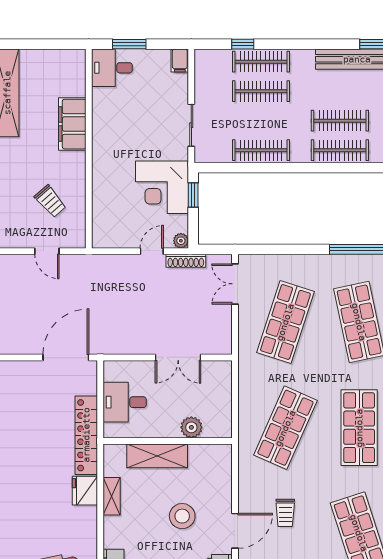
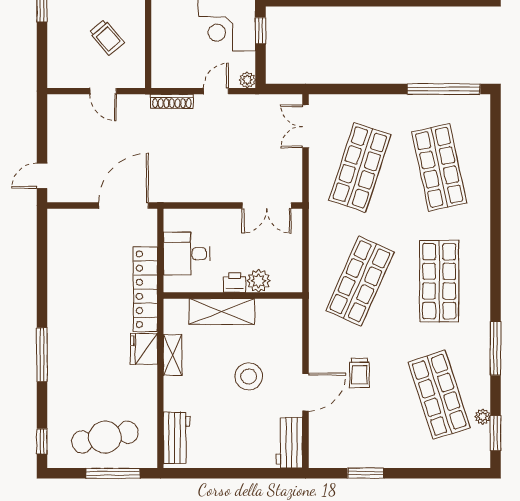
shoe rack: (186, 261) -> (172, 101), moved
double door: (178, 357) -> (267, 206), moved
printer: (169, 429) -> (234, 282), added

